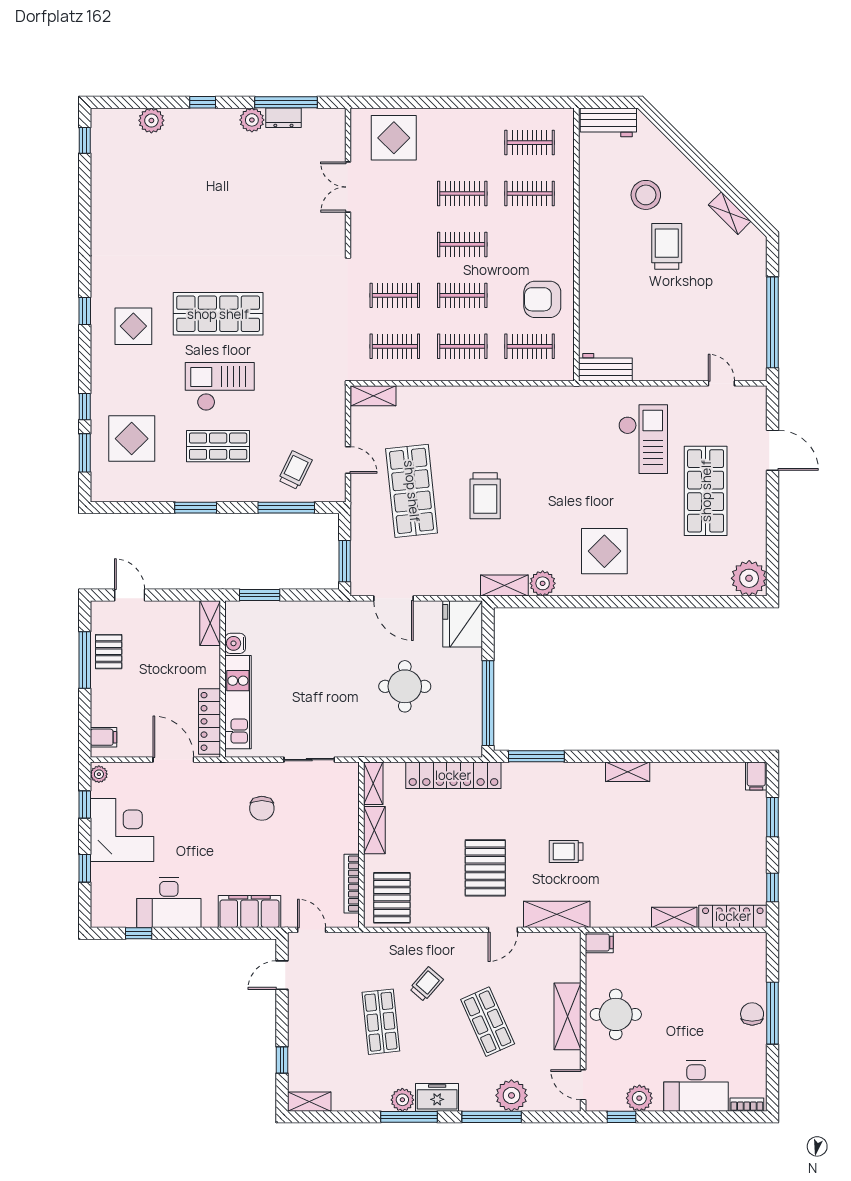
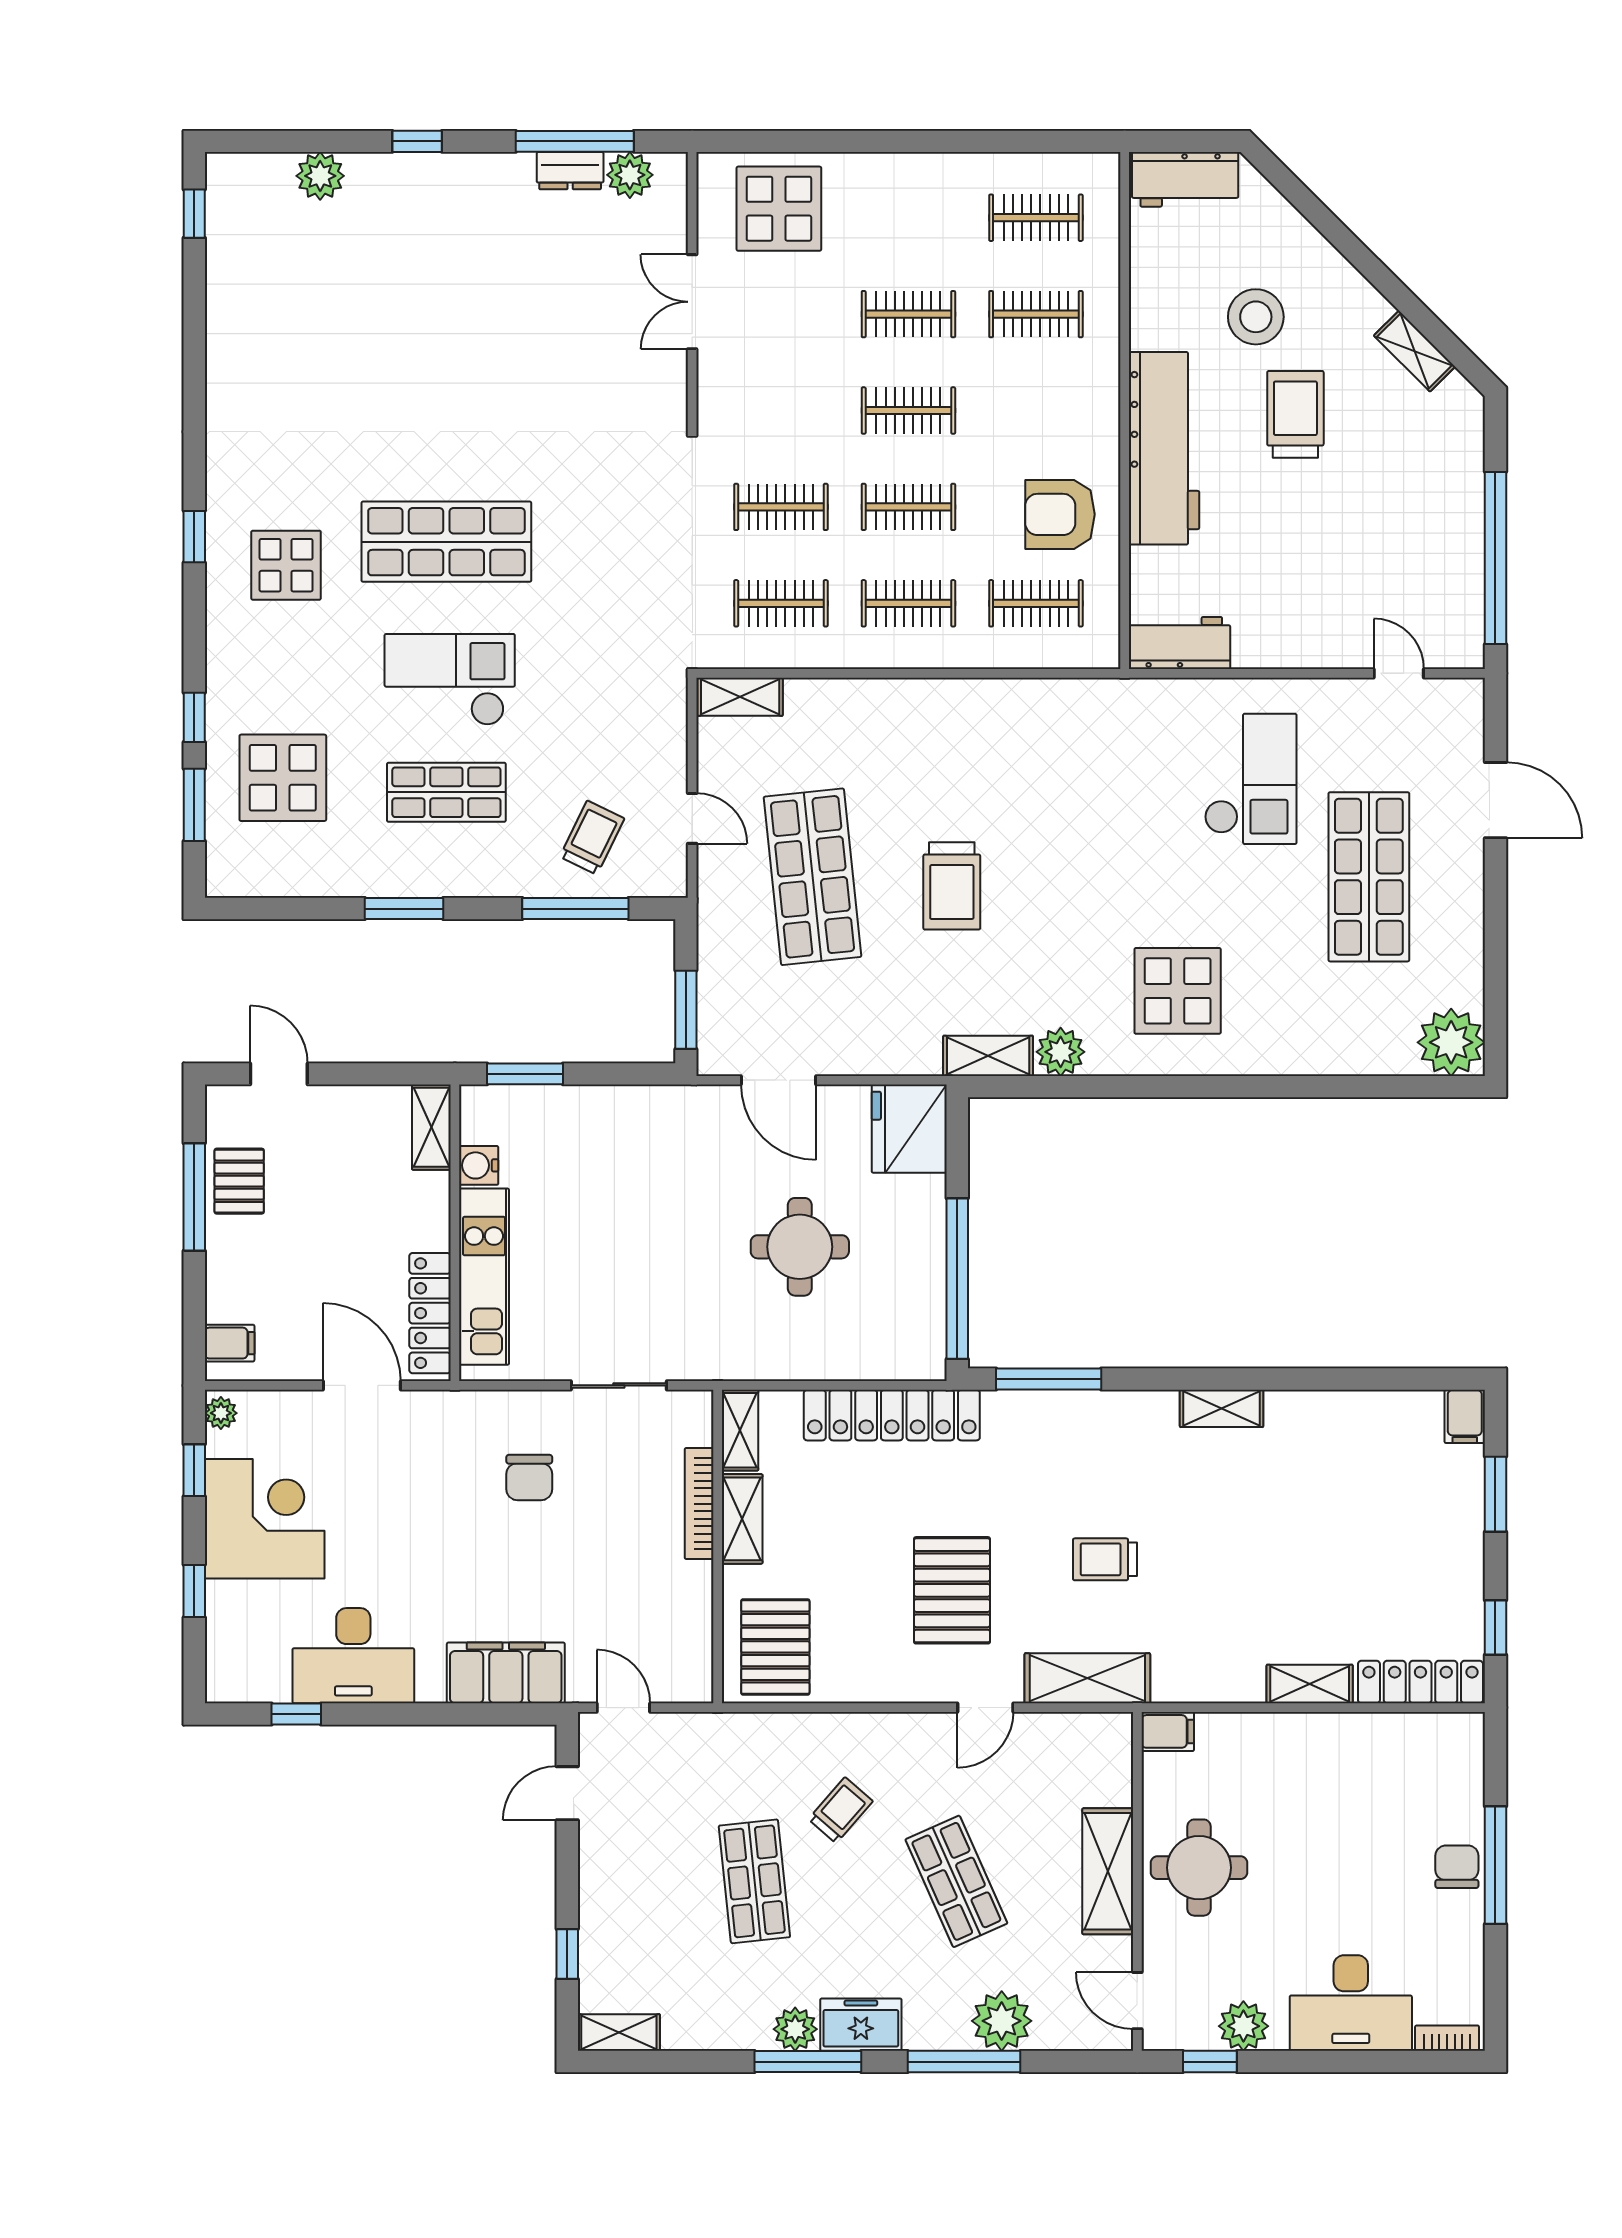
plant: (252, 120) -> (630, 175), moved
workbench: (597, 264) -> (1164, 448), added
bookcase: (352, 884) -> (699, 1504), moved

